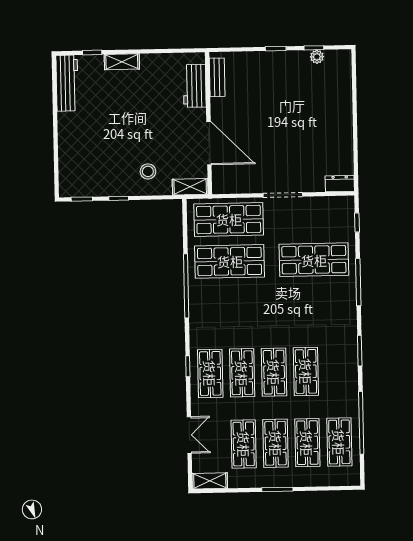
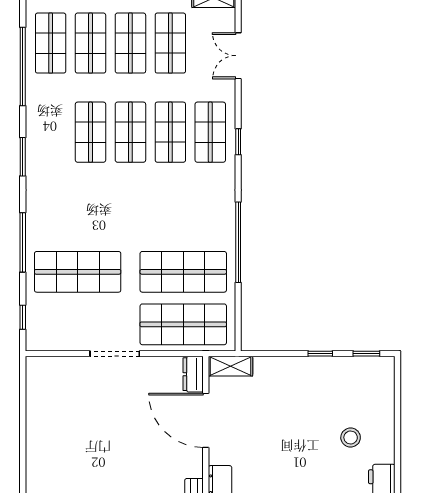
stool: (148, 171) -> (351, 437), moved
dresser: (340, 184) -> (193, 374), moved, turned 90

